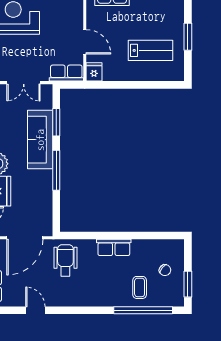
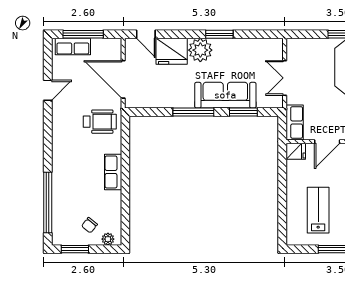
lab bench: (151, 50) -> (318, 210), turned 180
plant: (178, 252) -> (108, 239), added
coffee table: (140, 287) -> (71, 199), removed

